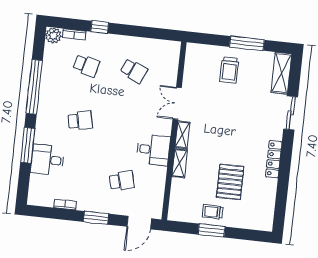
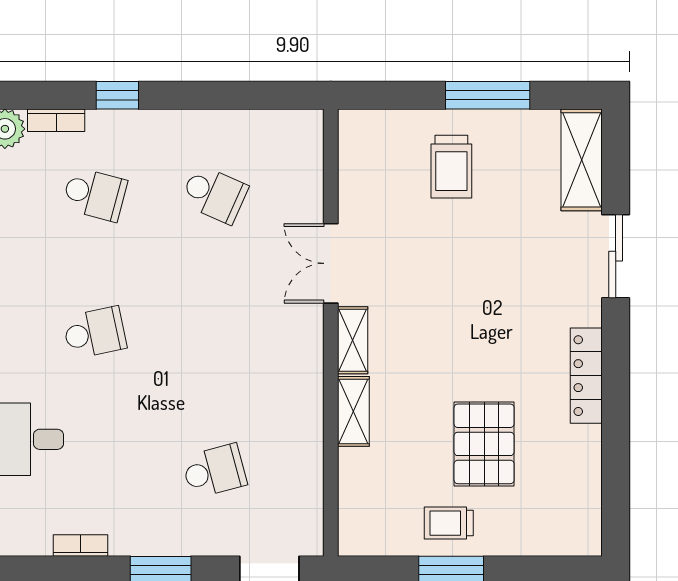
desk: (153, 150) -> (284, 385), removed

